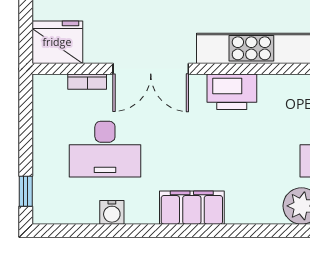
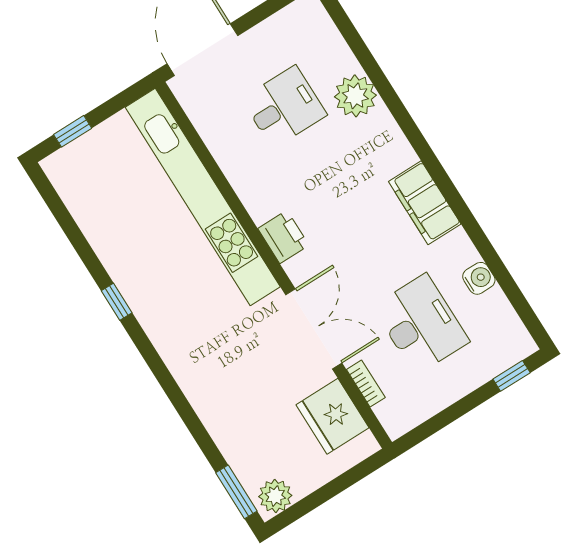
fridge: (57, 42) -> (333, 416), moved
printer: (232, 92) -> (283, 237), width x0.73, depth x0.84

